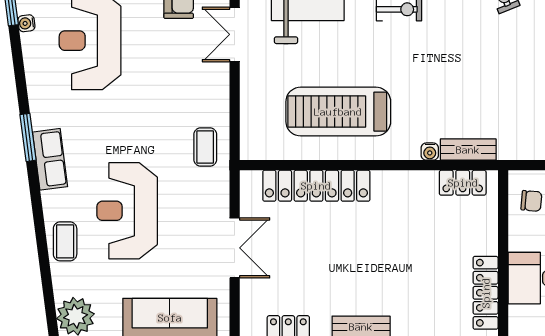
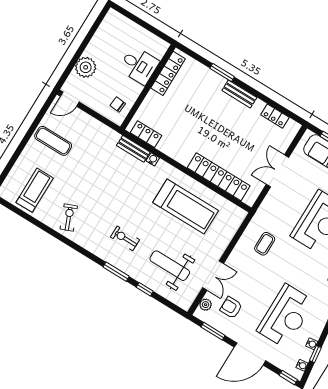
coffee table: (205, 147) -> (265, 244), moved

